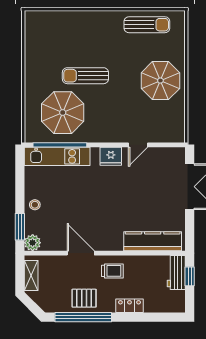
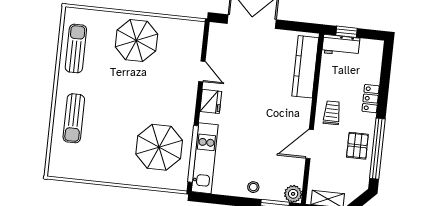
sun lounger: (85, 76) -> (74, 118), moved

